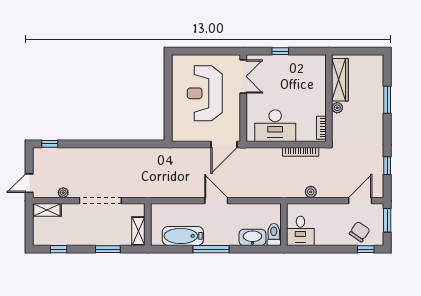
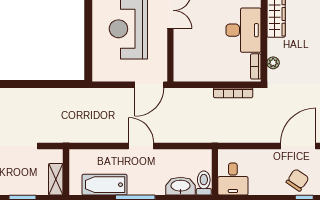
plant: (337, 108) -> (273, 63), moved
desk: (275, 126) -> (243, 30), moved, turned -90
plant: (311, 192) -> (244, 137), removed
door: (360, 201) -> (298, 146), width x1.36

